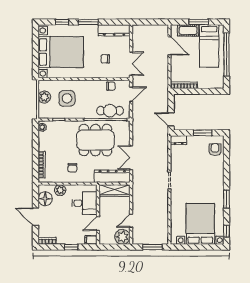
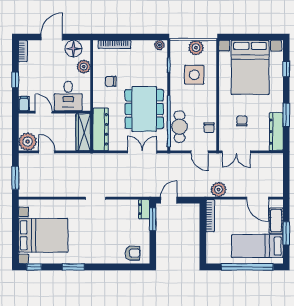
window: (88, 22) -> (286, 115), moved
door: (169, 46) -> (258, 198), hinge flipped
plant: (162, 78) -> (219, 189), added
window: (203, 133) -> (153, 219), moved
double door: (131, 158) -> (142, 152), moved

